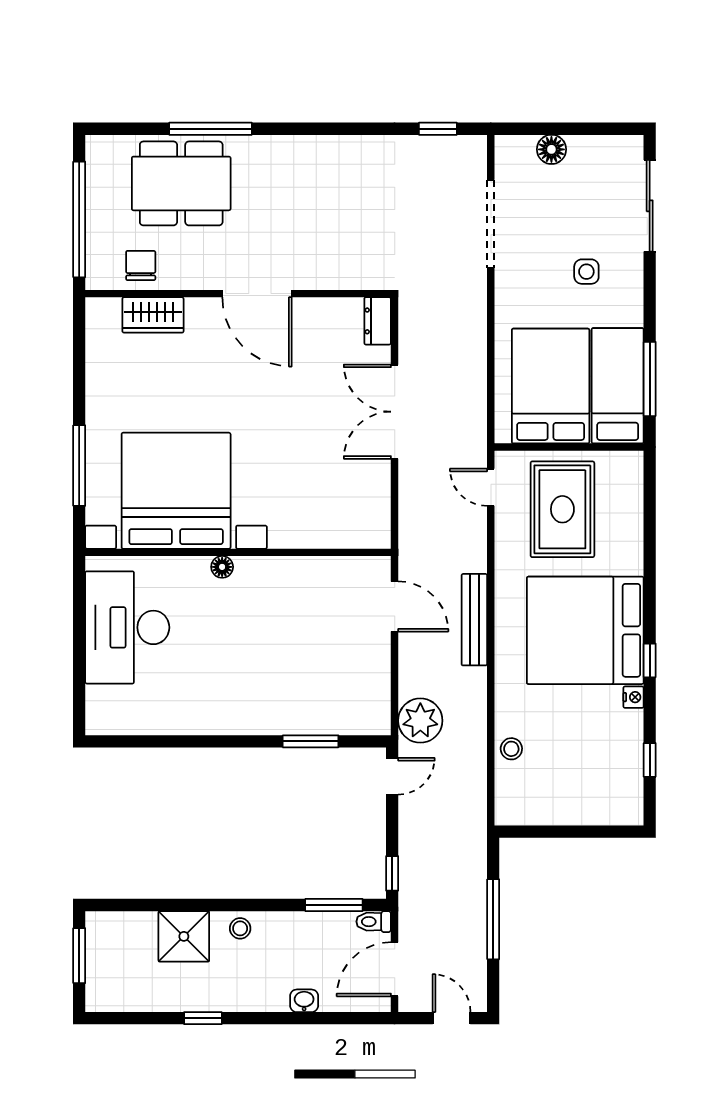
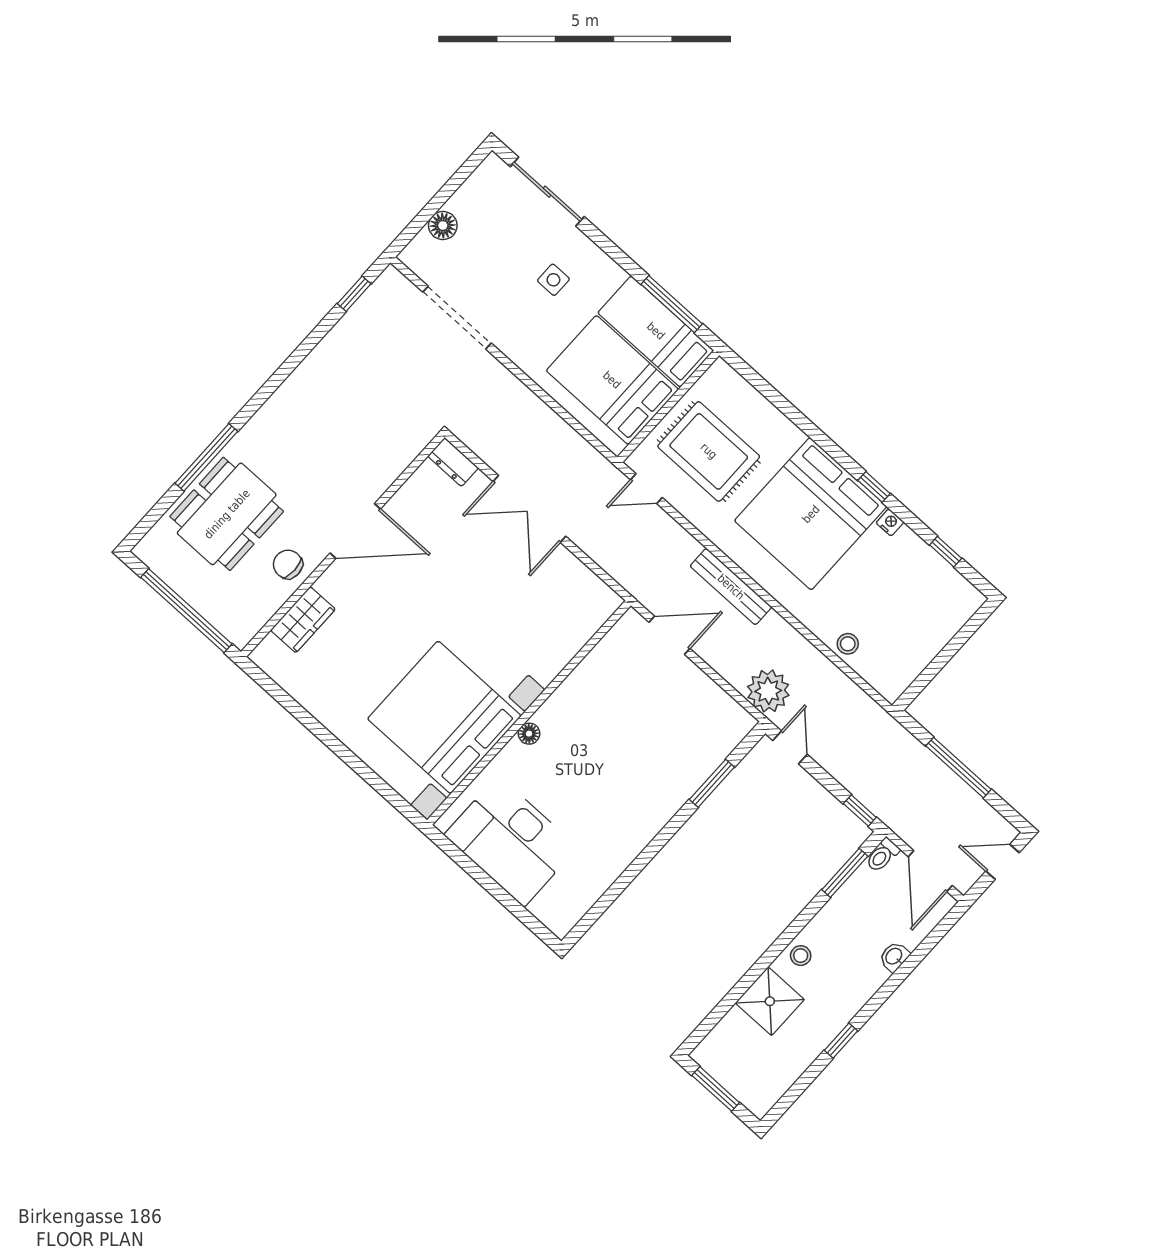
chair: (141, 265) -> (288, 564), moved
window: (79, 466) -> (363, 771), removed

